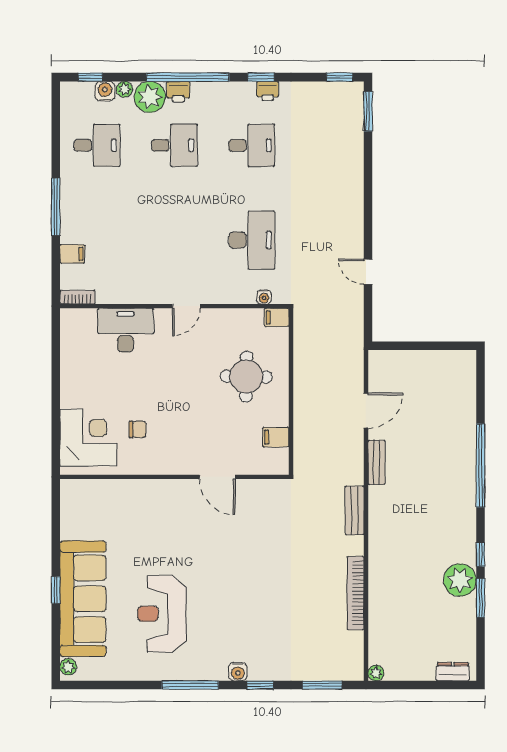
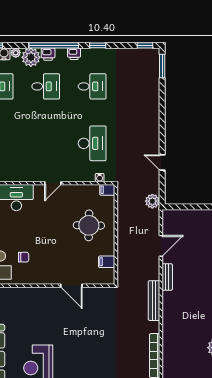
printer: (268, 91) -> (74, 54), moved
plant: (352, 336) -> (152, 201), added
bench: (355, 510) -> (154, 301), width x1.36

